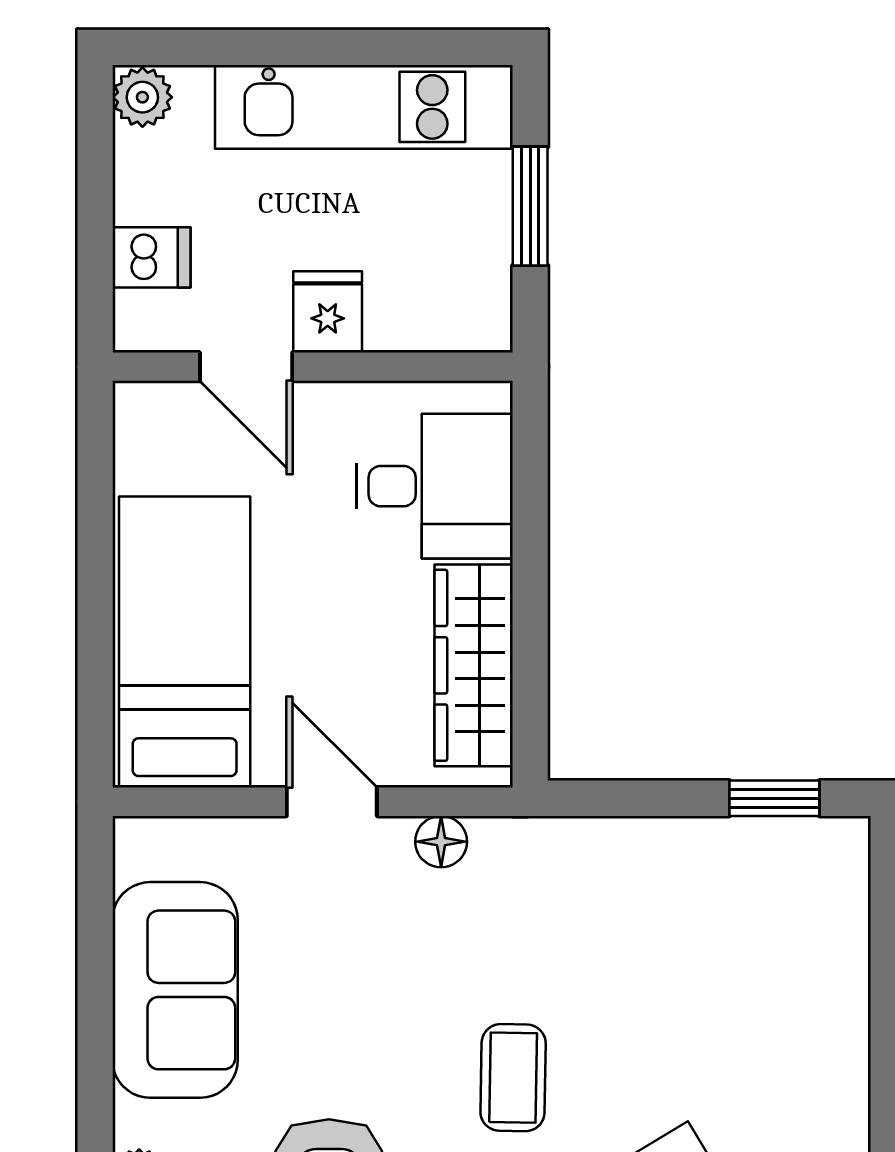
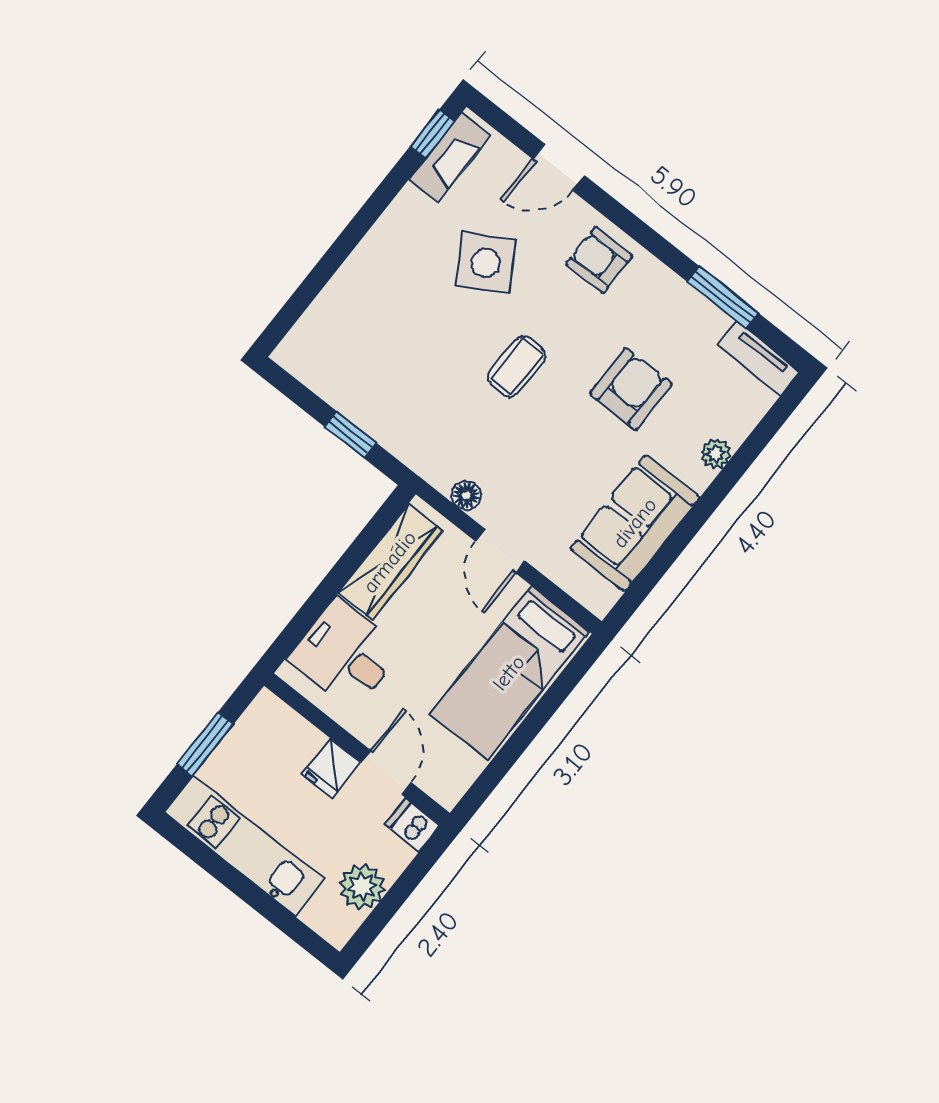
plant: (142, 97) -> (362, 887), moved, width x1.38, depth x1.38
dishwasher: (152, 257) -> (413, 825), moved
window: (774, 798) -> (350, 435), moved

